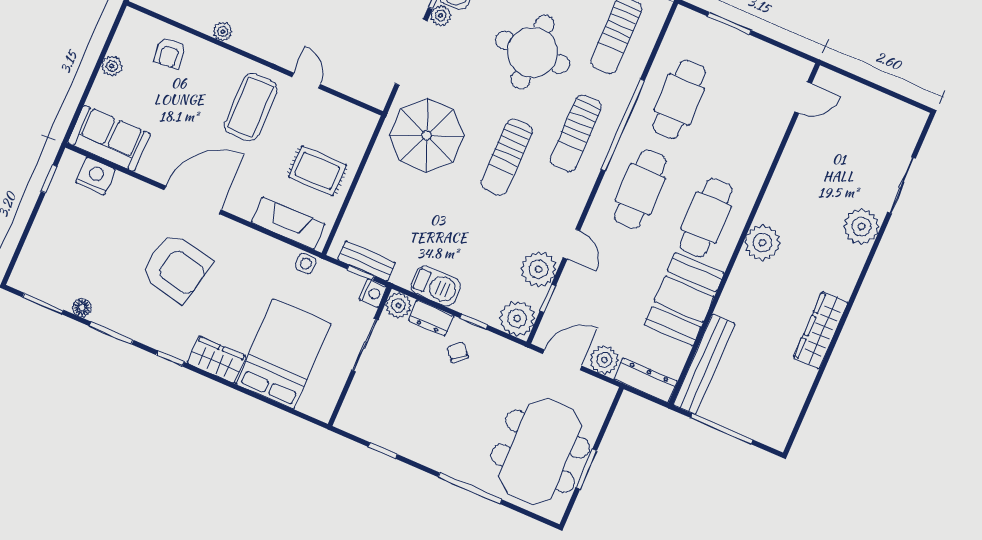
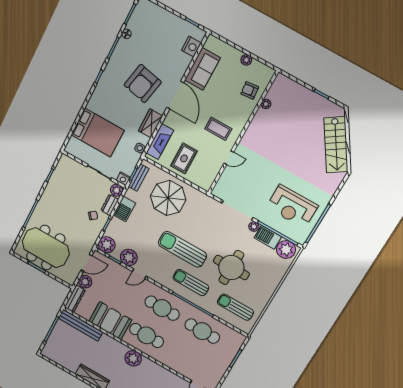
plant: (223, 32) -> (266, 104), moved
coffee table: (251, 107) -> (218, 129), width x0.73, depth x0.76
parasol: (427, 135) -> (168, 198), moved
sofa: (109, 138) -> (202, 69), moved
sun lounger: (507, 157) -> (182, 249), width x1.36, depth x1.34
wardrobe: (216, 360) -> (151, 123), moved, turned 180
door: (562, 360) -> (86, 263), hinge flipped

